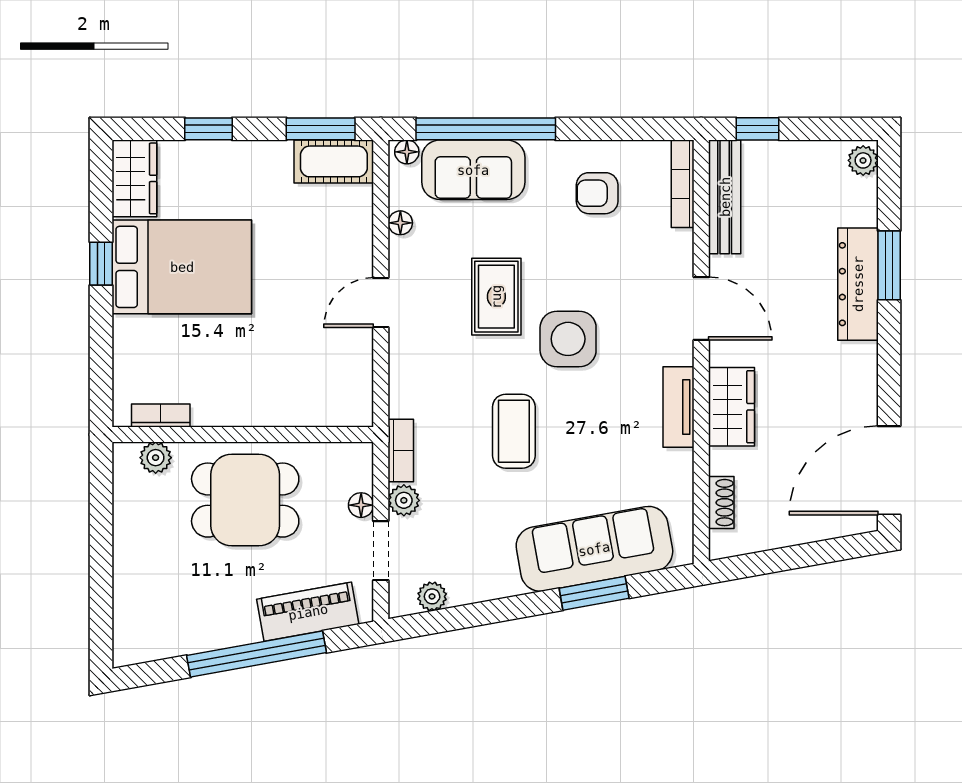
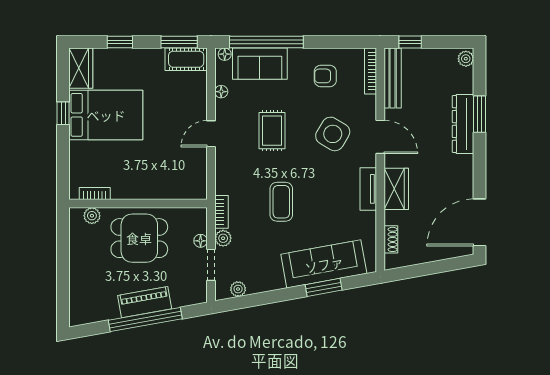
side table: (568, 339) -> (333, 134), moved, turned 31
piano: (308, 612) -> (145, 302), moved

